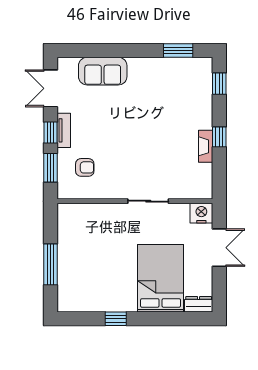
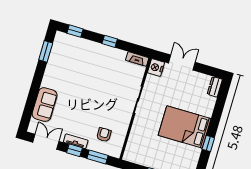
double door: (51, 88) -> (46, 142), swing flipped
fireplace: (206, 146) -> (137, 59), moved
bed: (161, 278) -> (185, 127), moved

